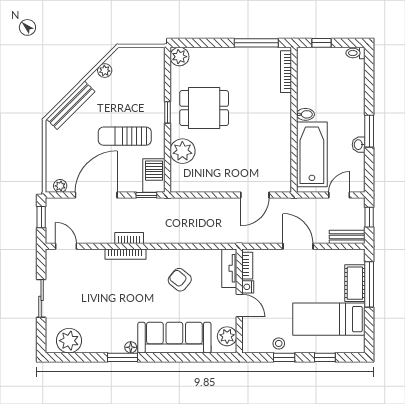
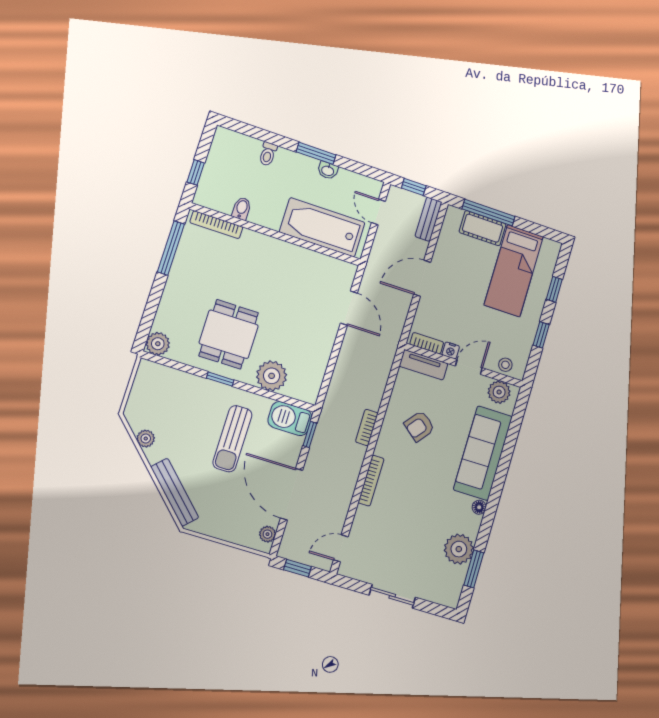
toilet: (355, 53) -> (268, 154), moved
bidet: (305, 114) -> (242, 208), moved
bookcase: (129, 238) -> (367, 427), moved
plant: (69, 341) -> (459, 549), moved
stool: (279, 343) -> (505, 365), moved
window: (122, 357) -> (474, 569), moved

